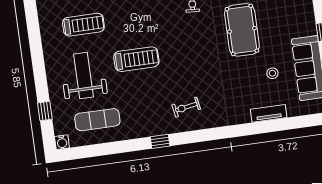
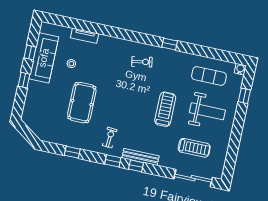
treadmill: (83, 25) -> (194, 148), turned 180
treadmill: (136, 59) -> (165, 109), turned 90
weight bench: (83, 75) -> (207, 111), turned -90

